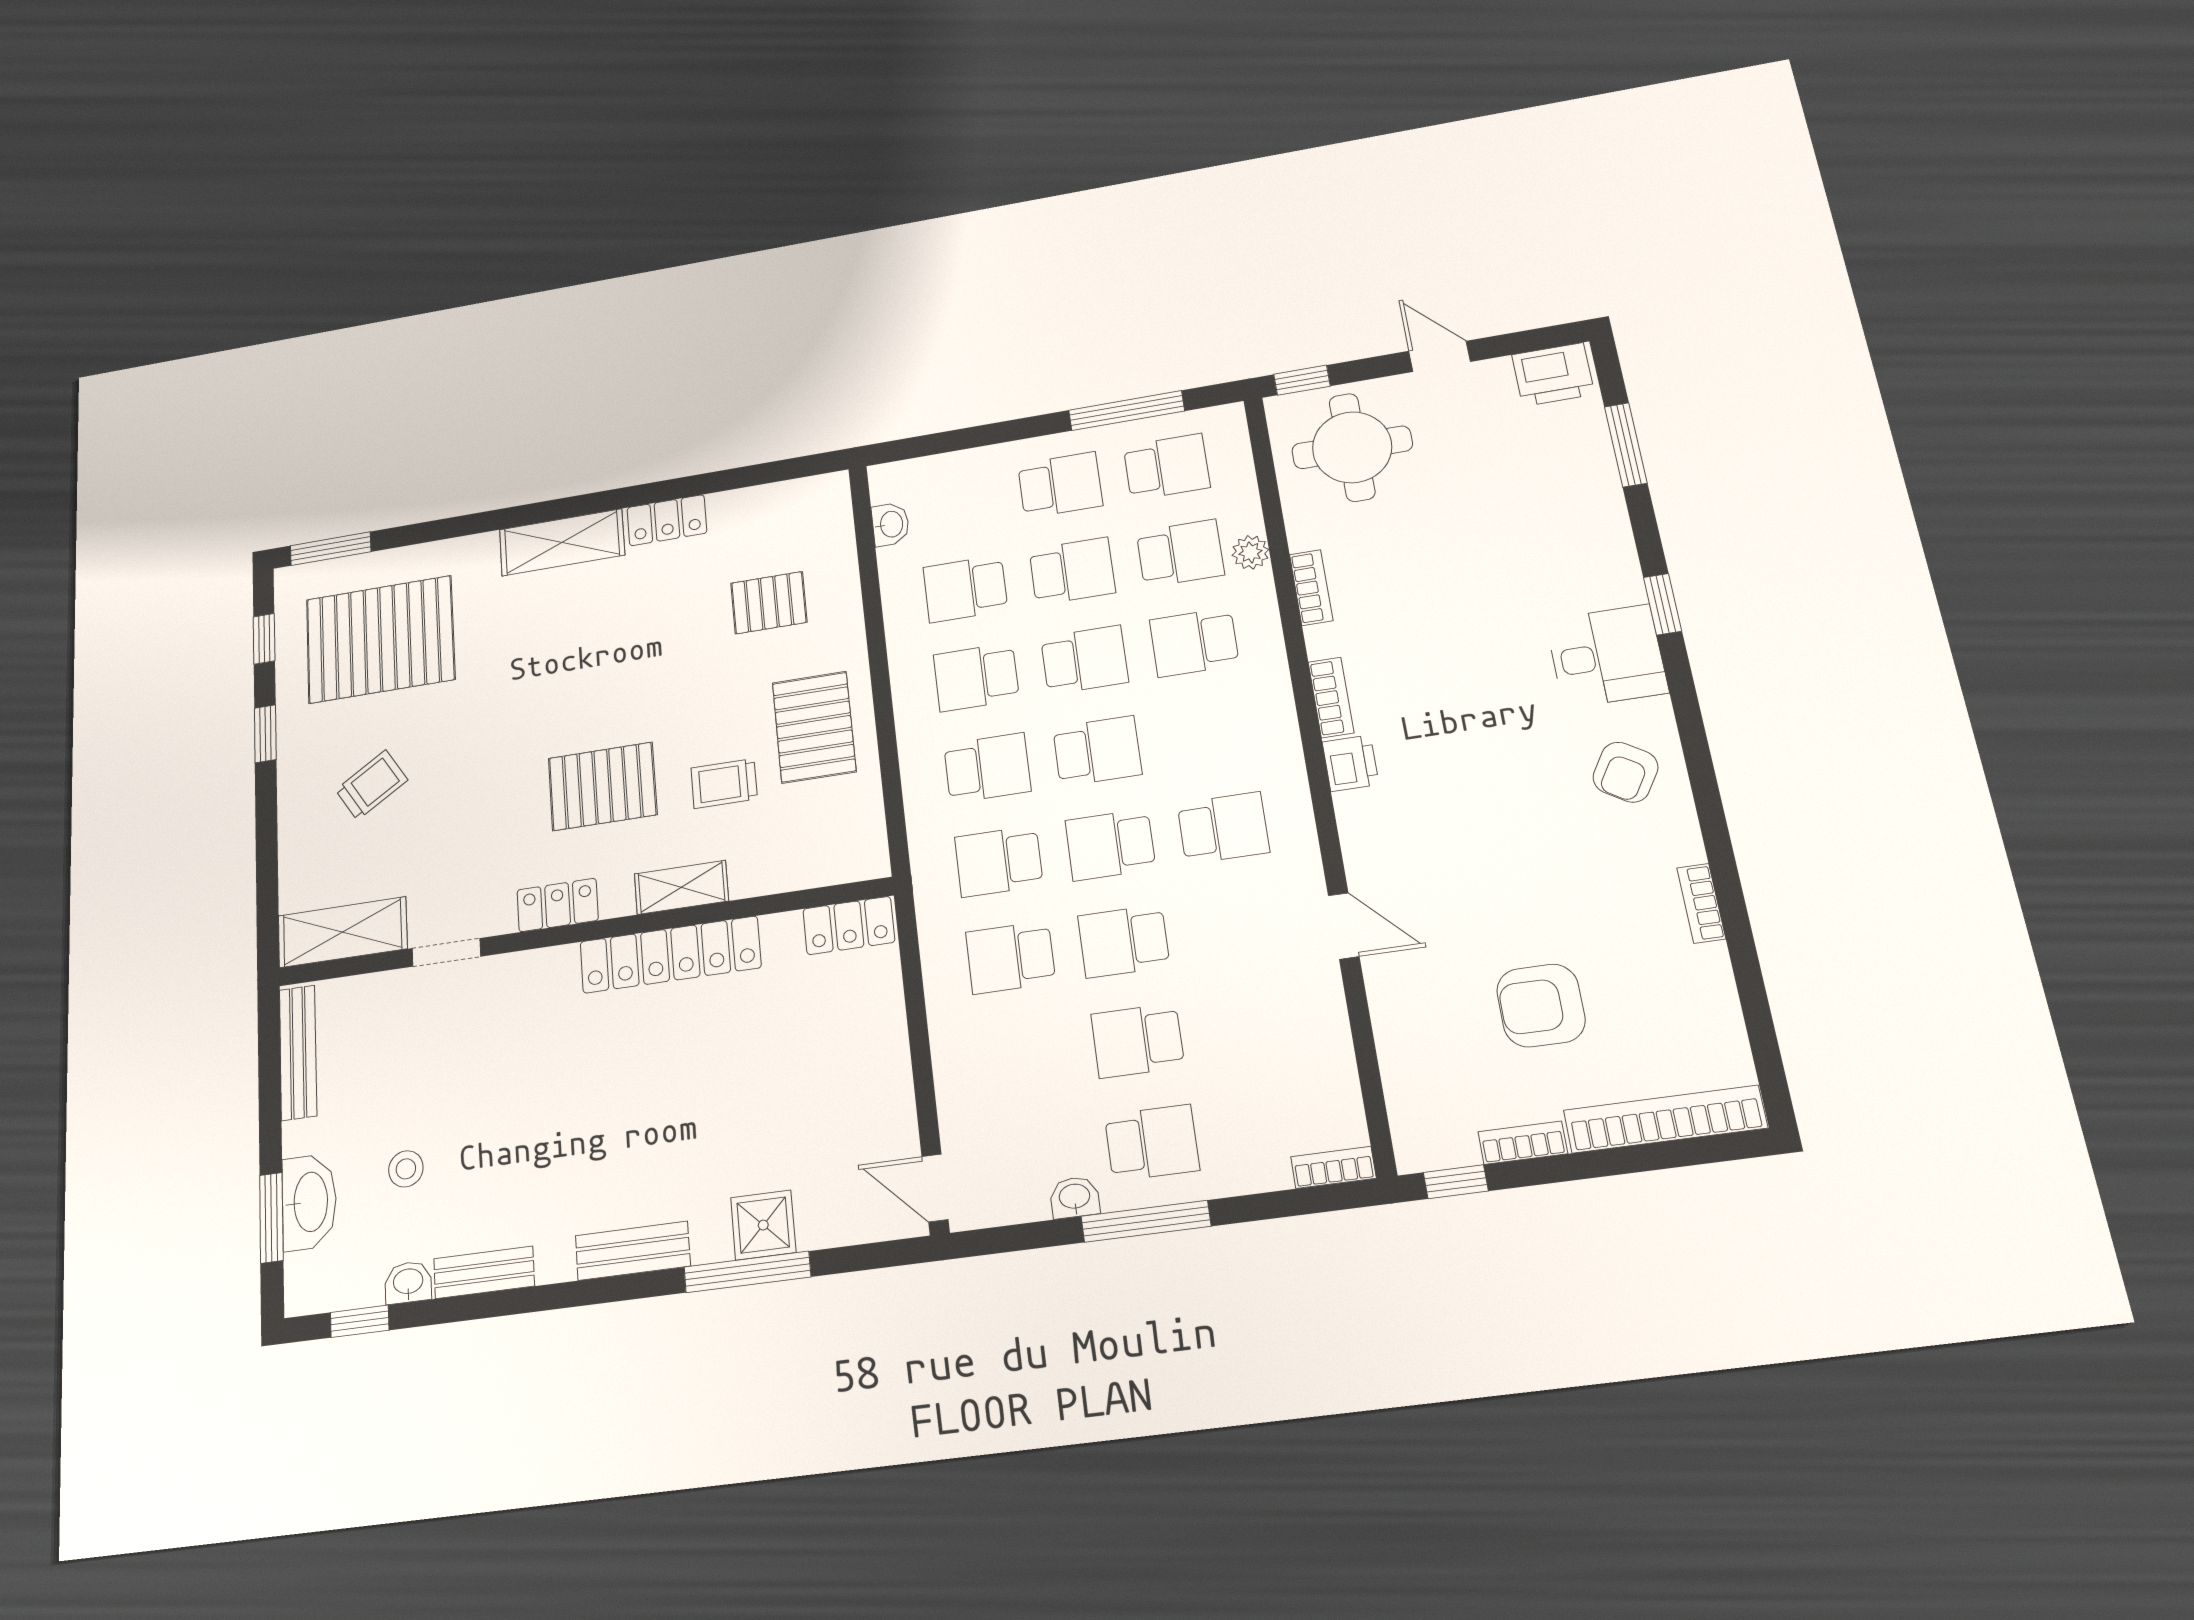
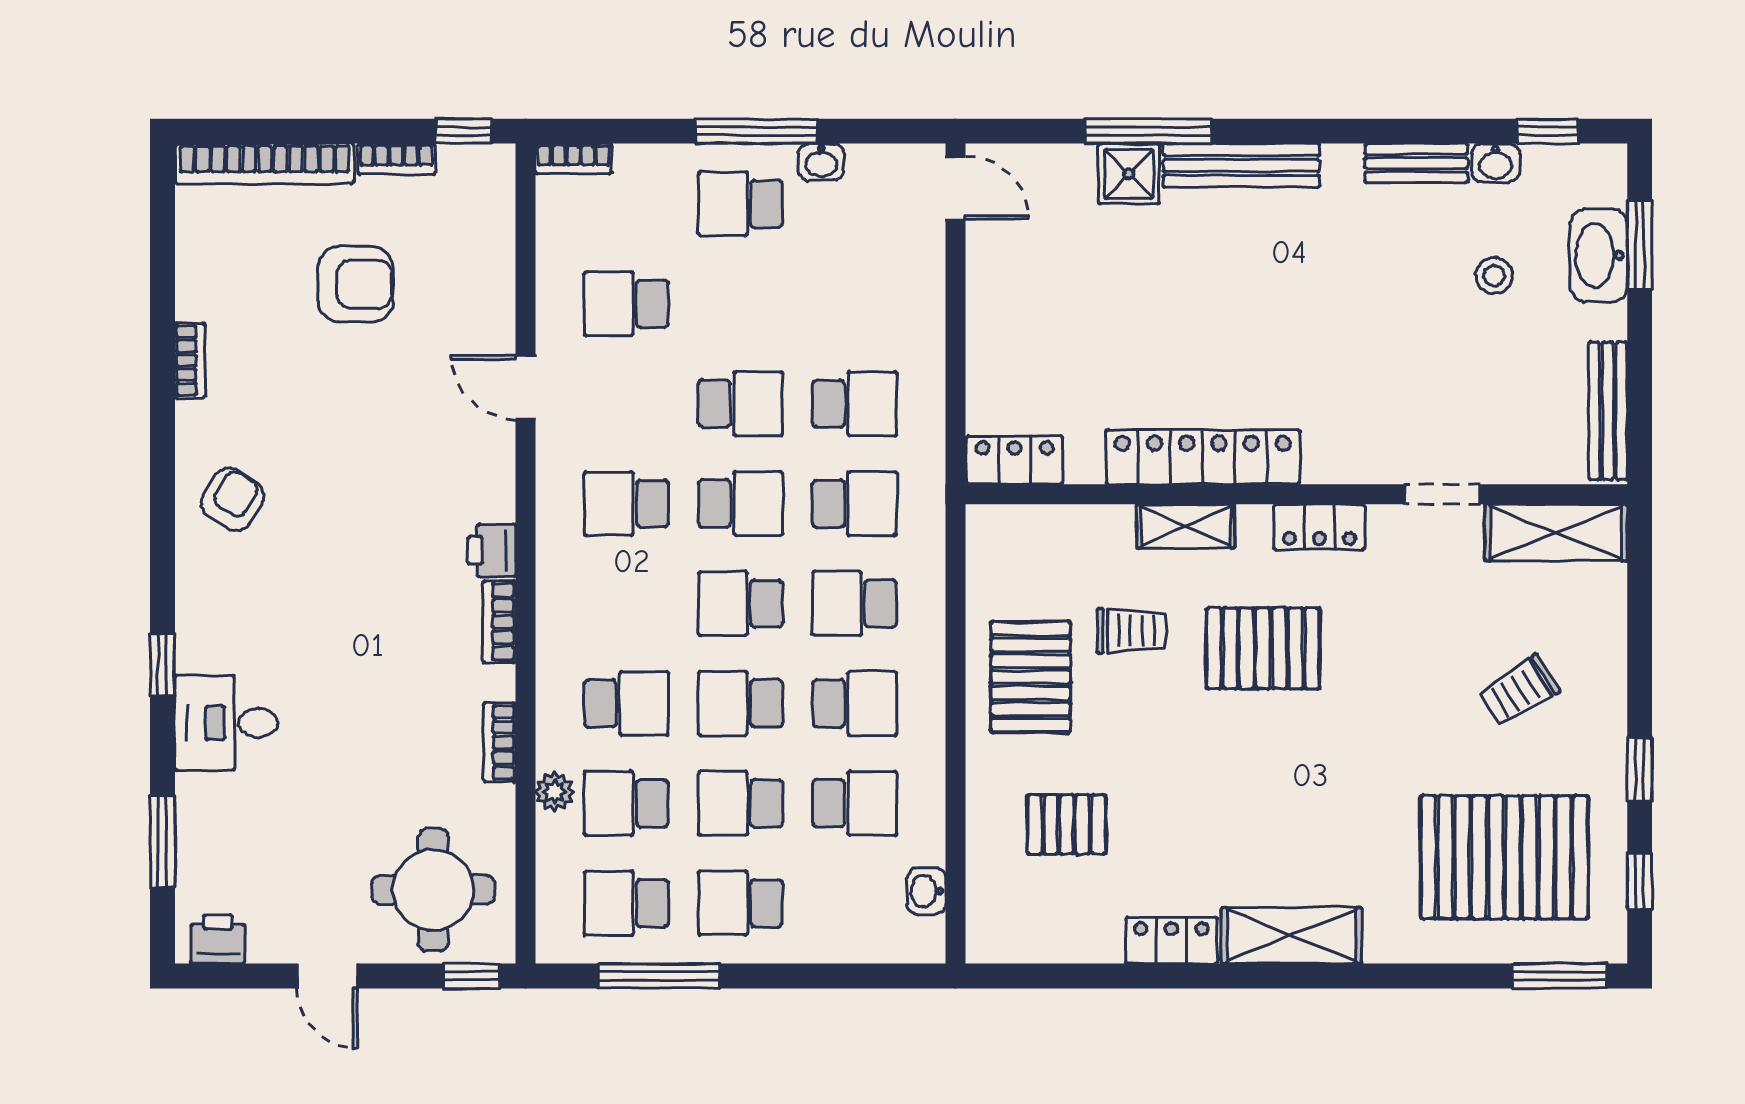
printer: (1553, 374) -> (218, 939), width x0.73, depth x0.81
desk: (1607, 656) -> (226, 723), moved
school desk: (1138, 1040) -> (626, 304), moved, turned 180
bench: (633, 1251) -> (1241, 165), width x1.36

